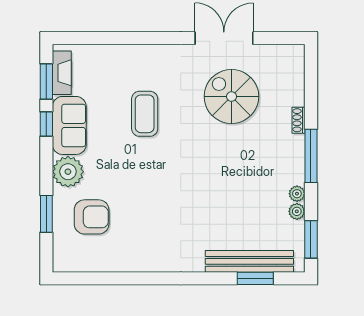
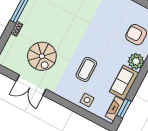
side table: (116, 63) -> (87, 100), added
window: (46, 124) -> (134, 89), removed

